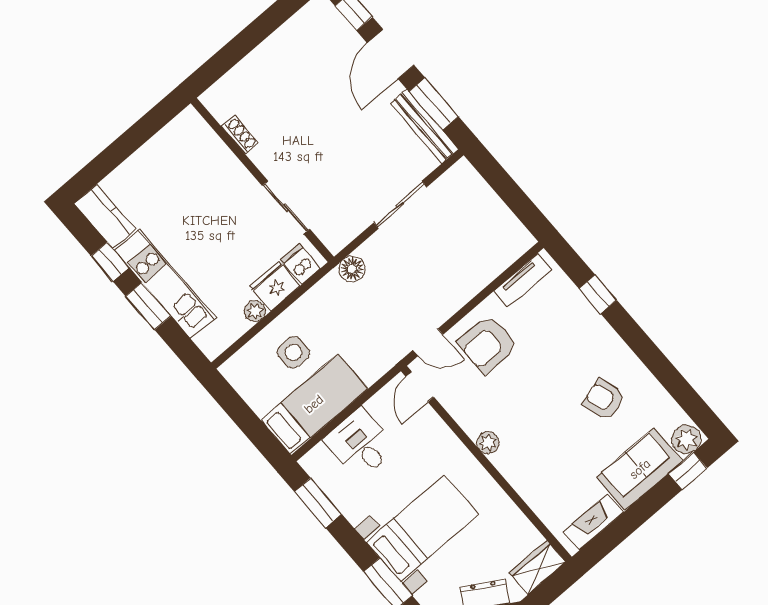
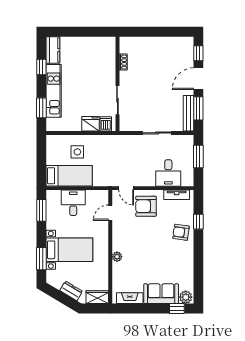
window: (503, 185) -> (198, 157), added
desk: (477, 256) -> (168, 173), added
floor lamp: (352, 269) -> (122, 141), removed
window: (148, 306) -> (41, 108), moved
plant: (255, 311) -> (76, 126), removed
door: (420, 387) -> (110, 213), moved
armchair: (604, 399) -> (181, 232), moved, turned -64
plant: (488, 443) -> (117, 257), moved

